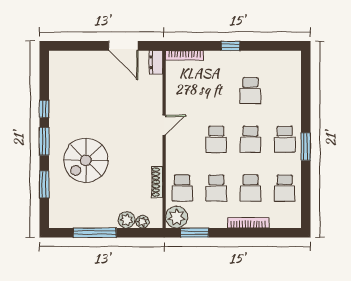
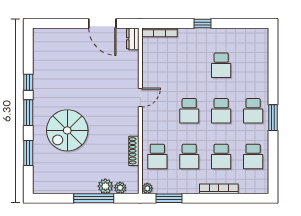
plant: (177, 217) -> (147, 188), width x0.53, depth x0.53
window: (95, 233) -> (94, 198), moved

